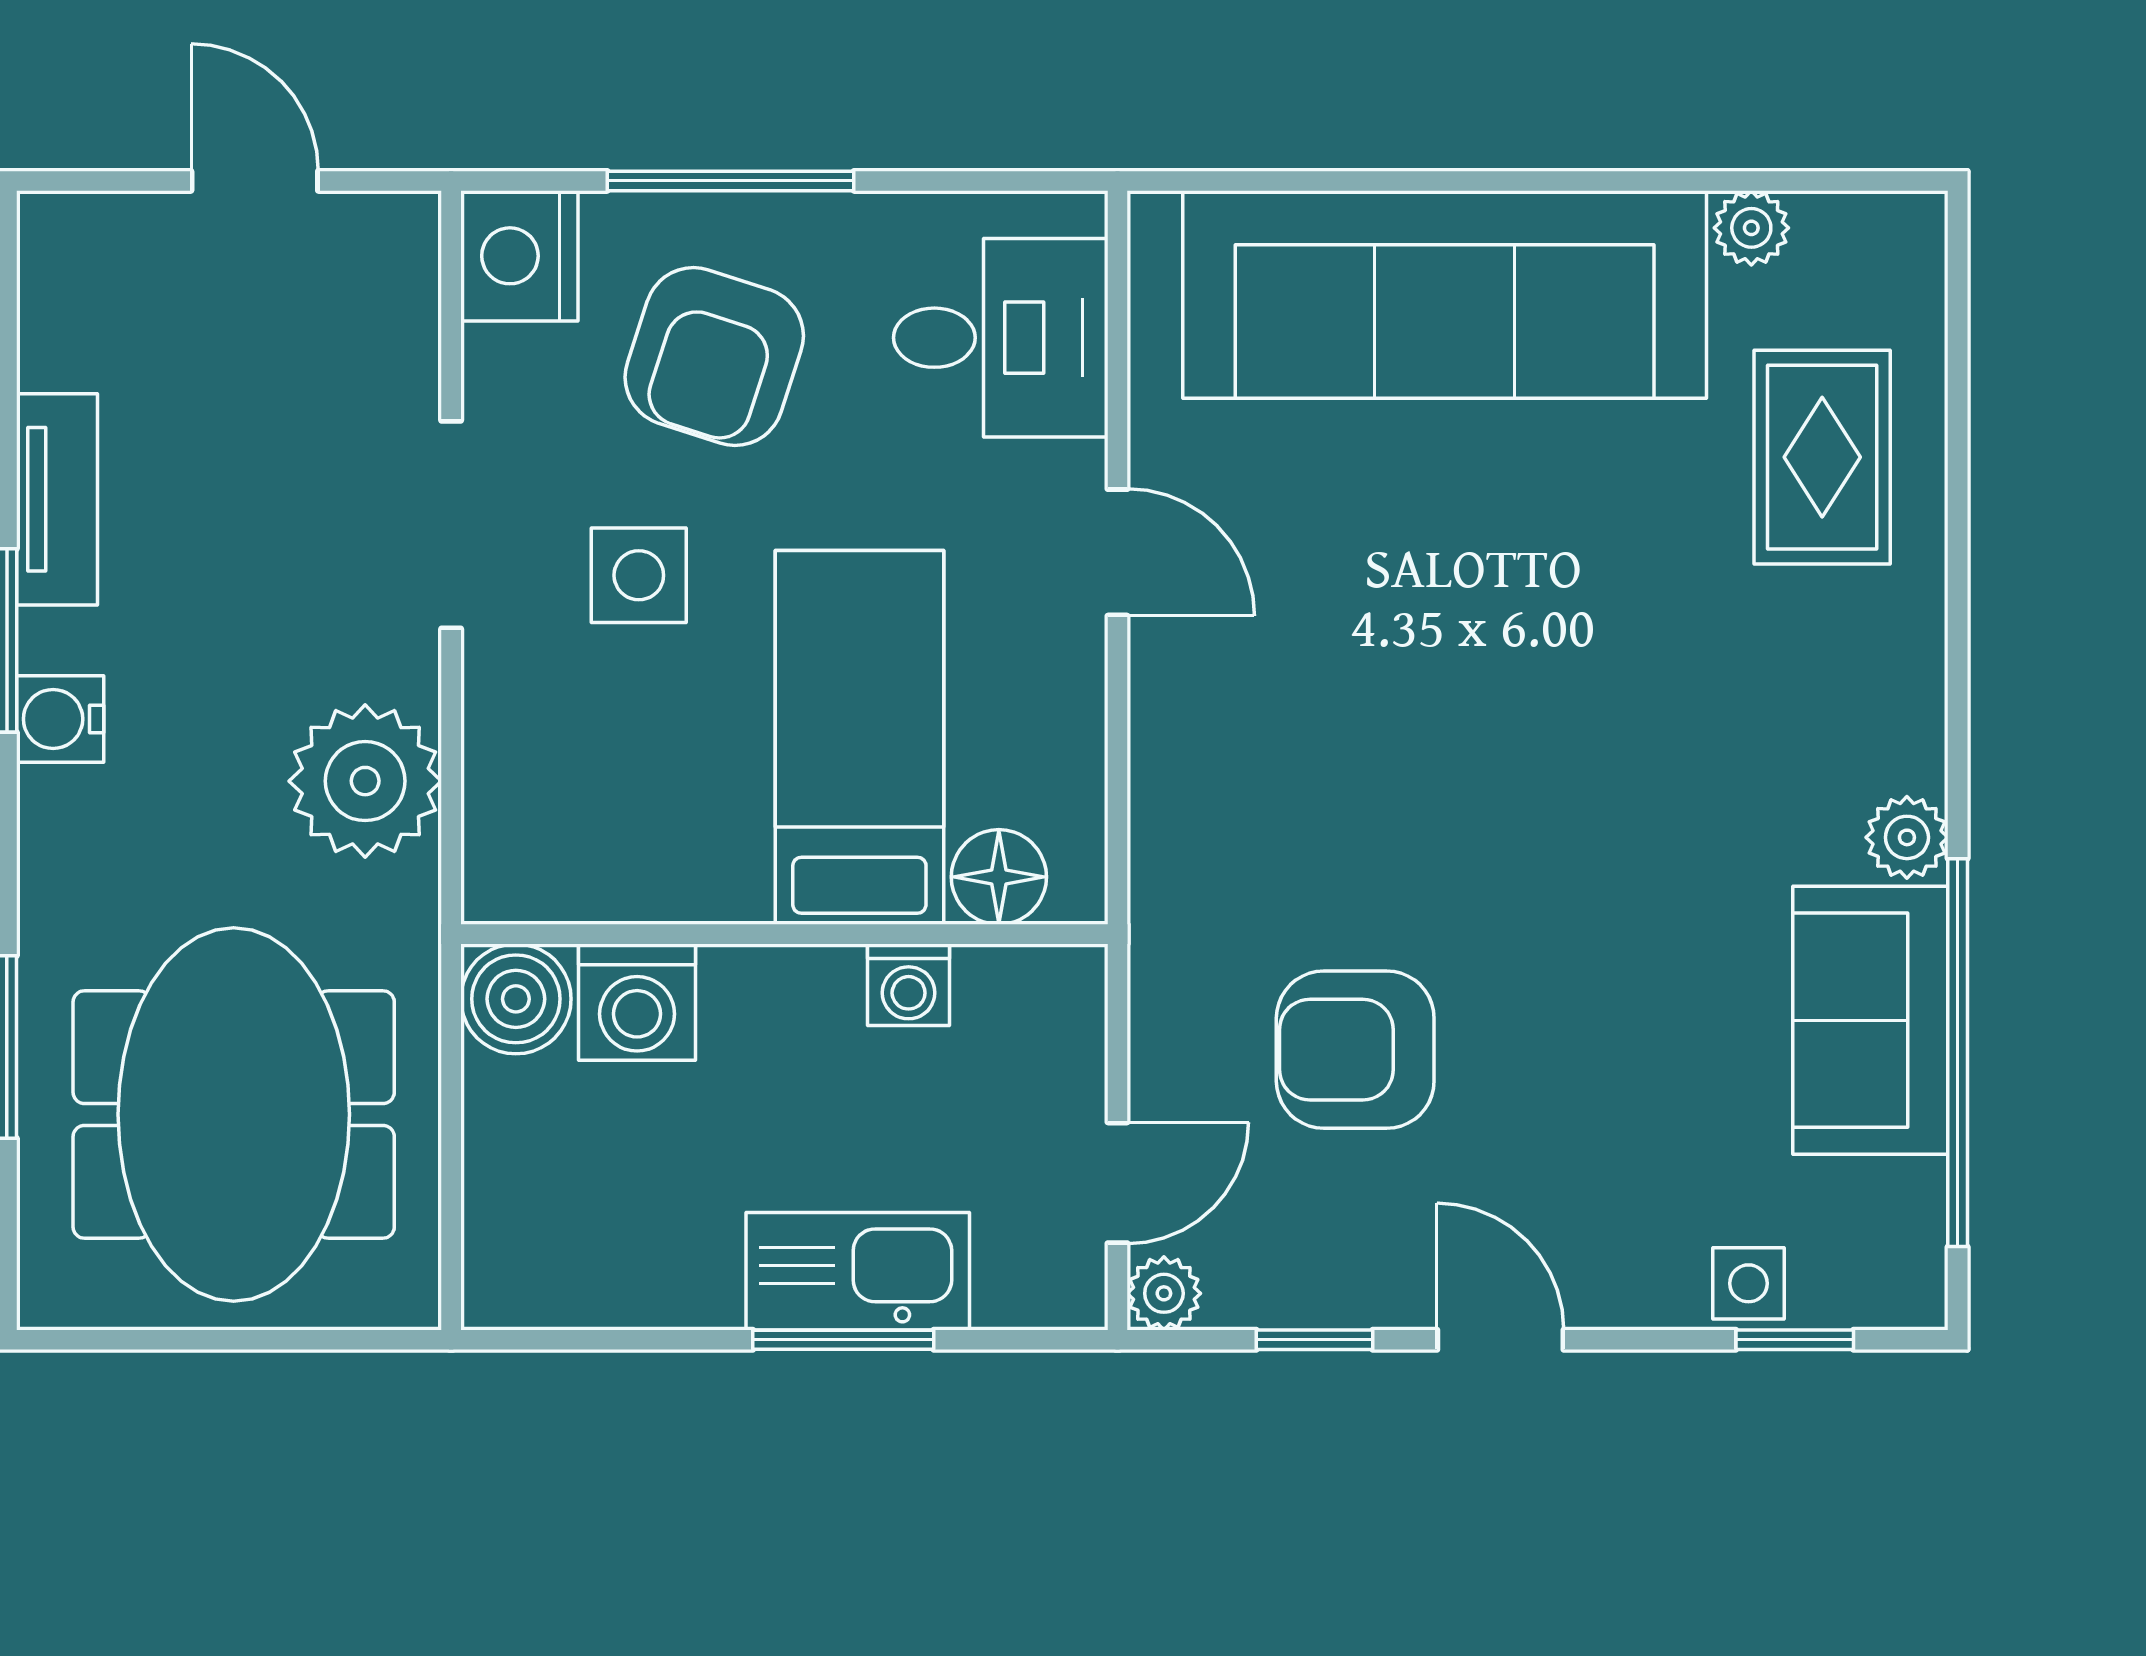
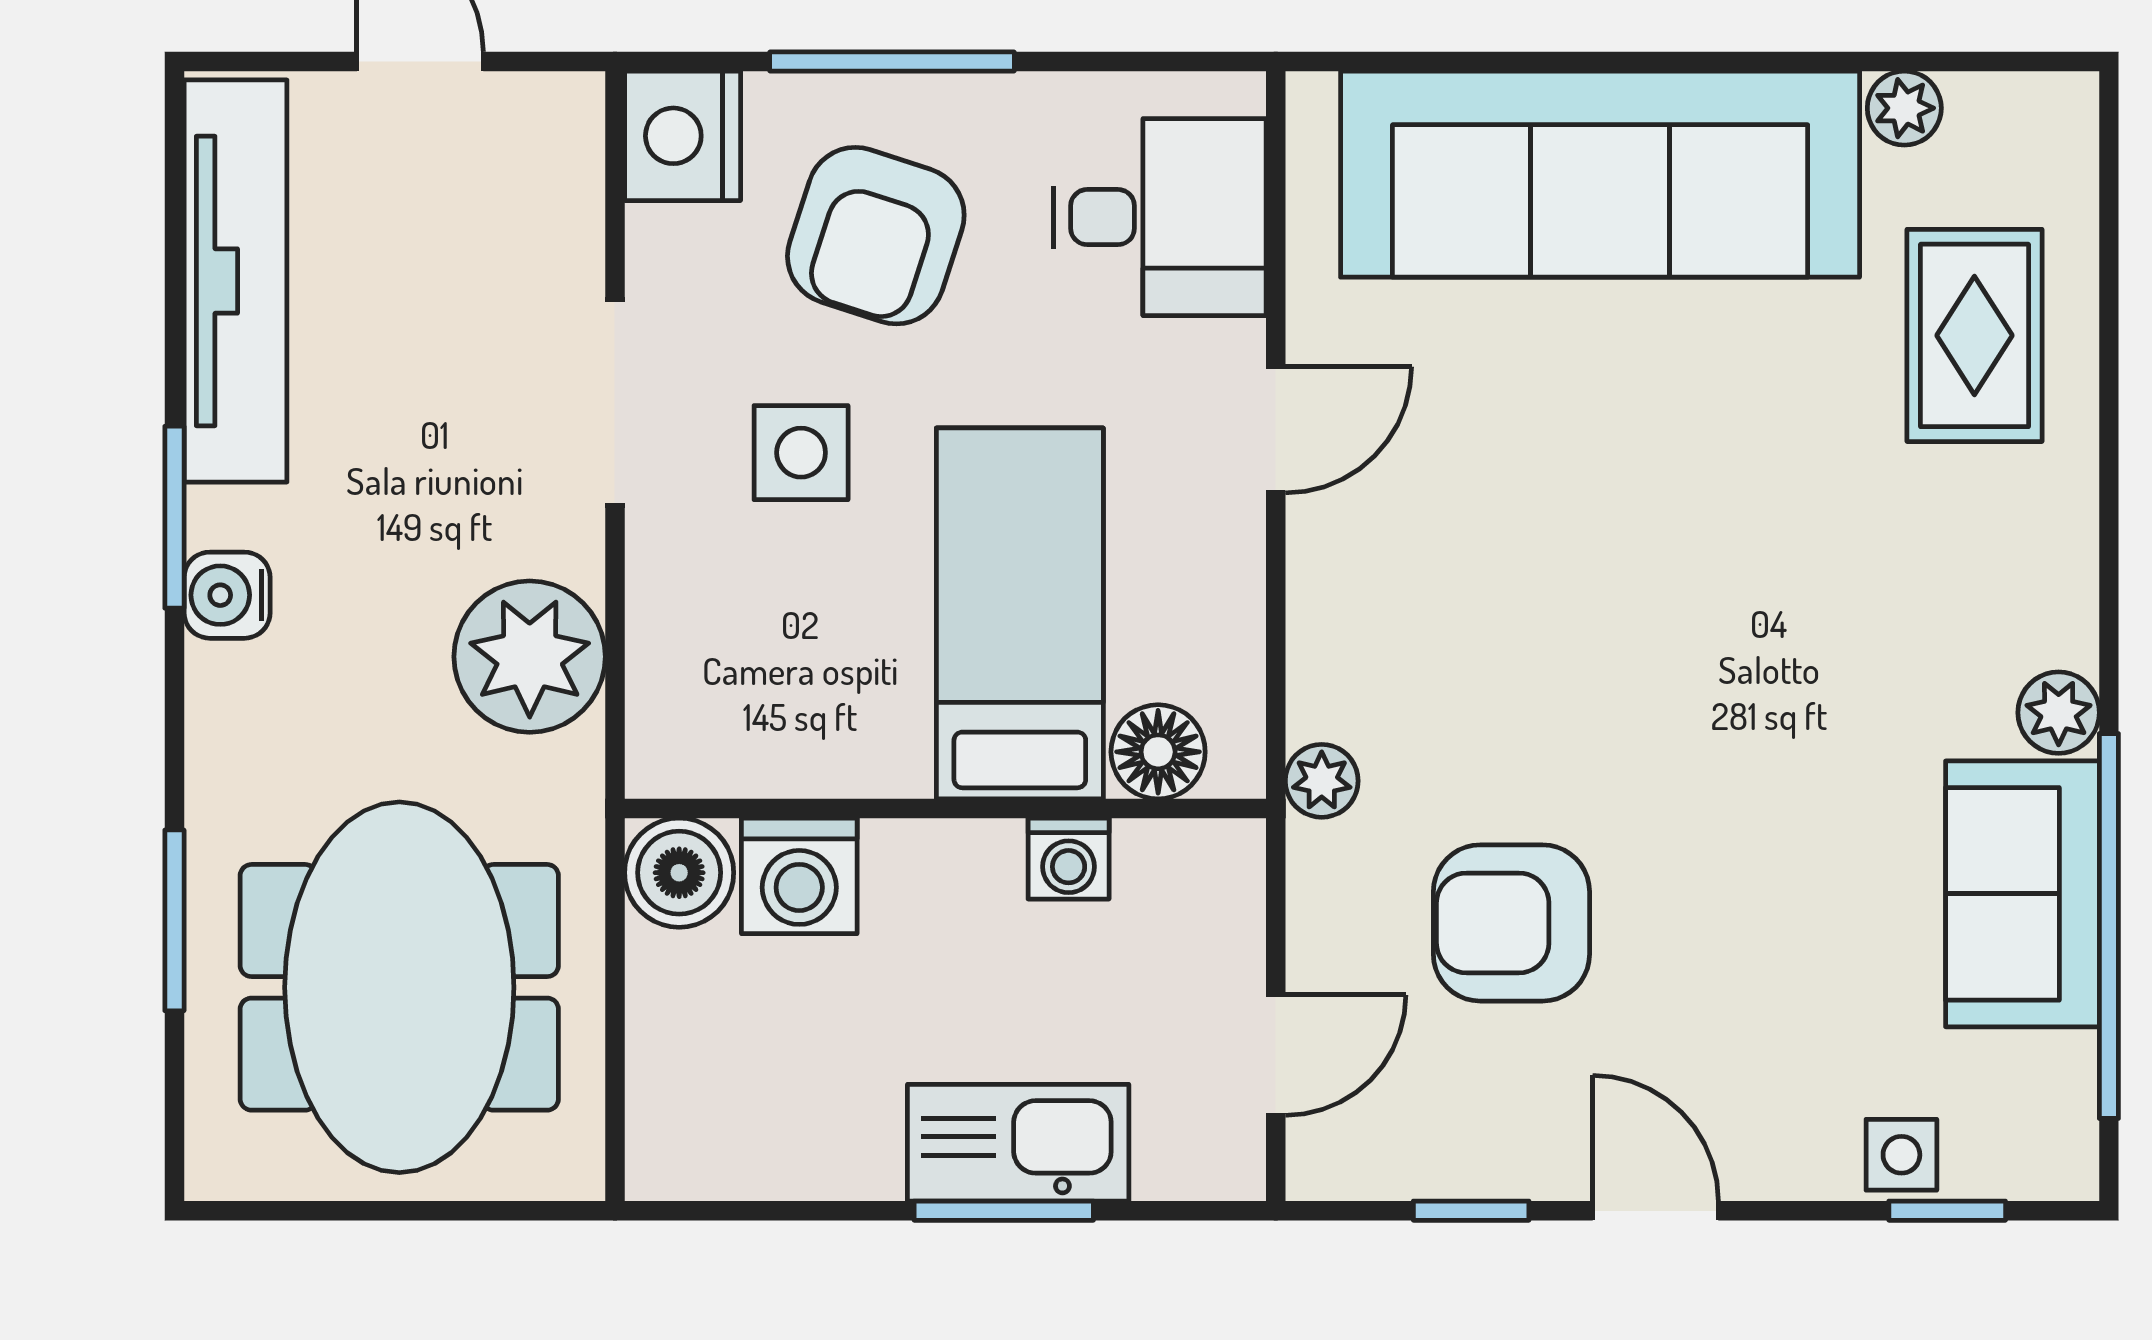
tv unit: (57, 499) -> (235, 281), width x1.92, depth x1.29
door: (1117, 552) -> (1276, 430), hinge flipped
plant: (1164, 1293) -> (1322, 781), moved

